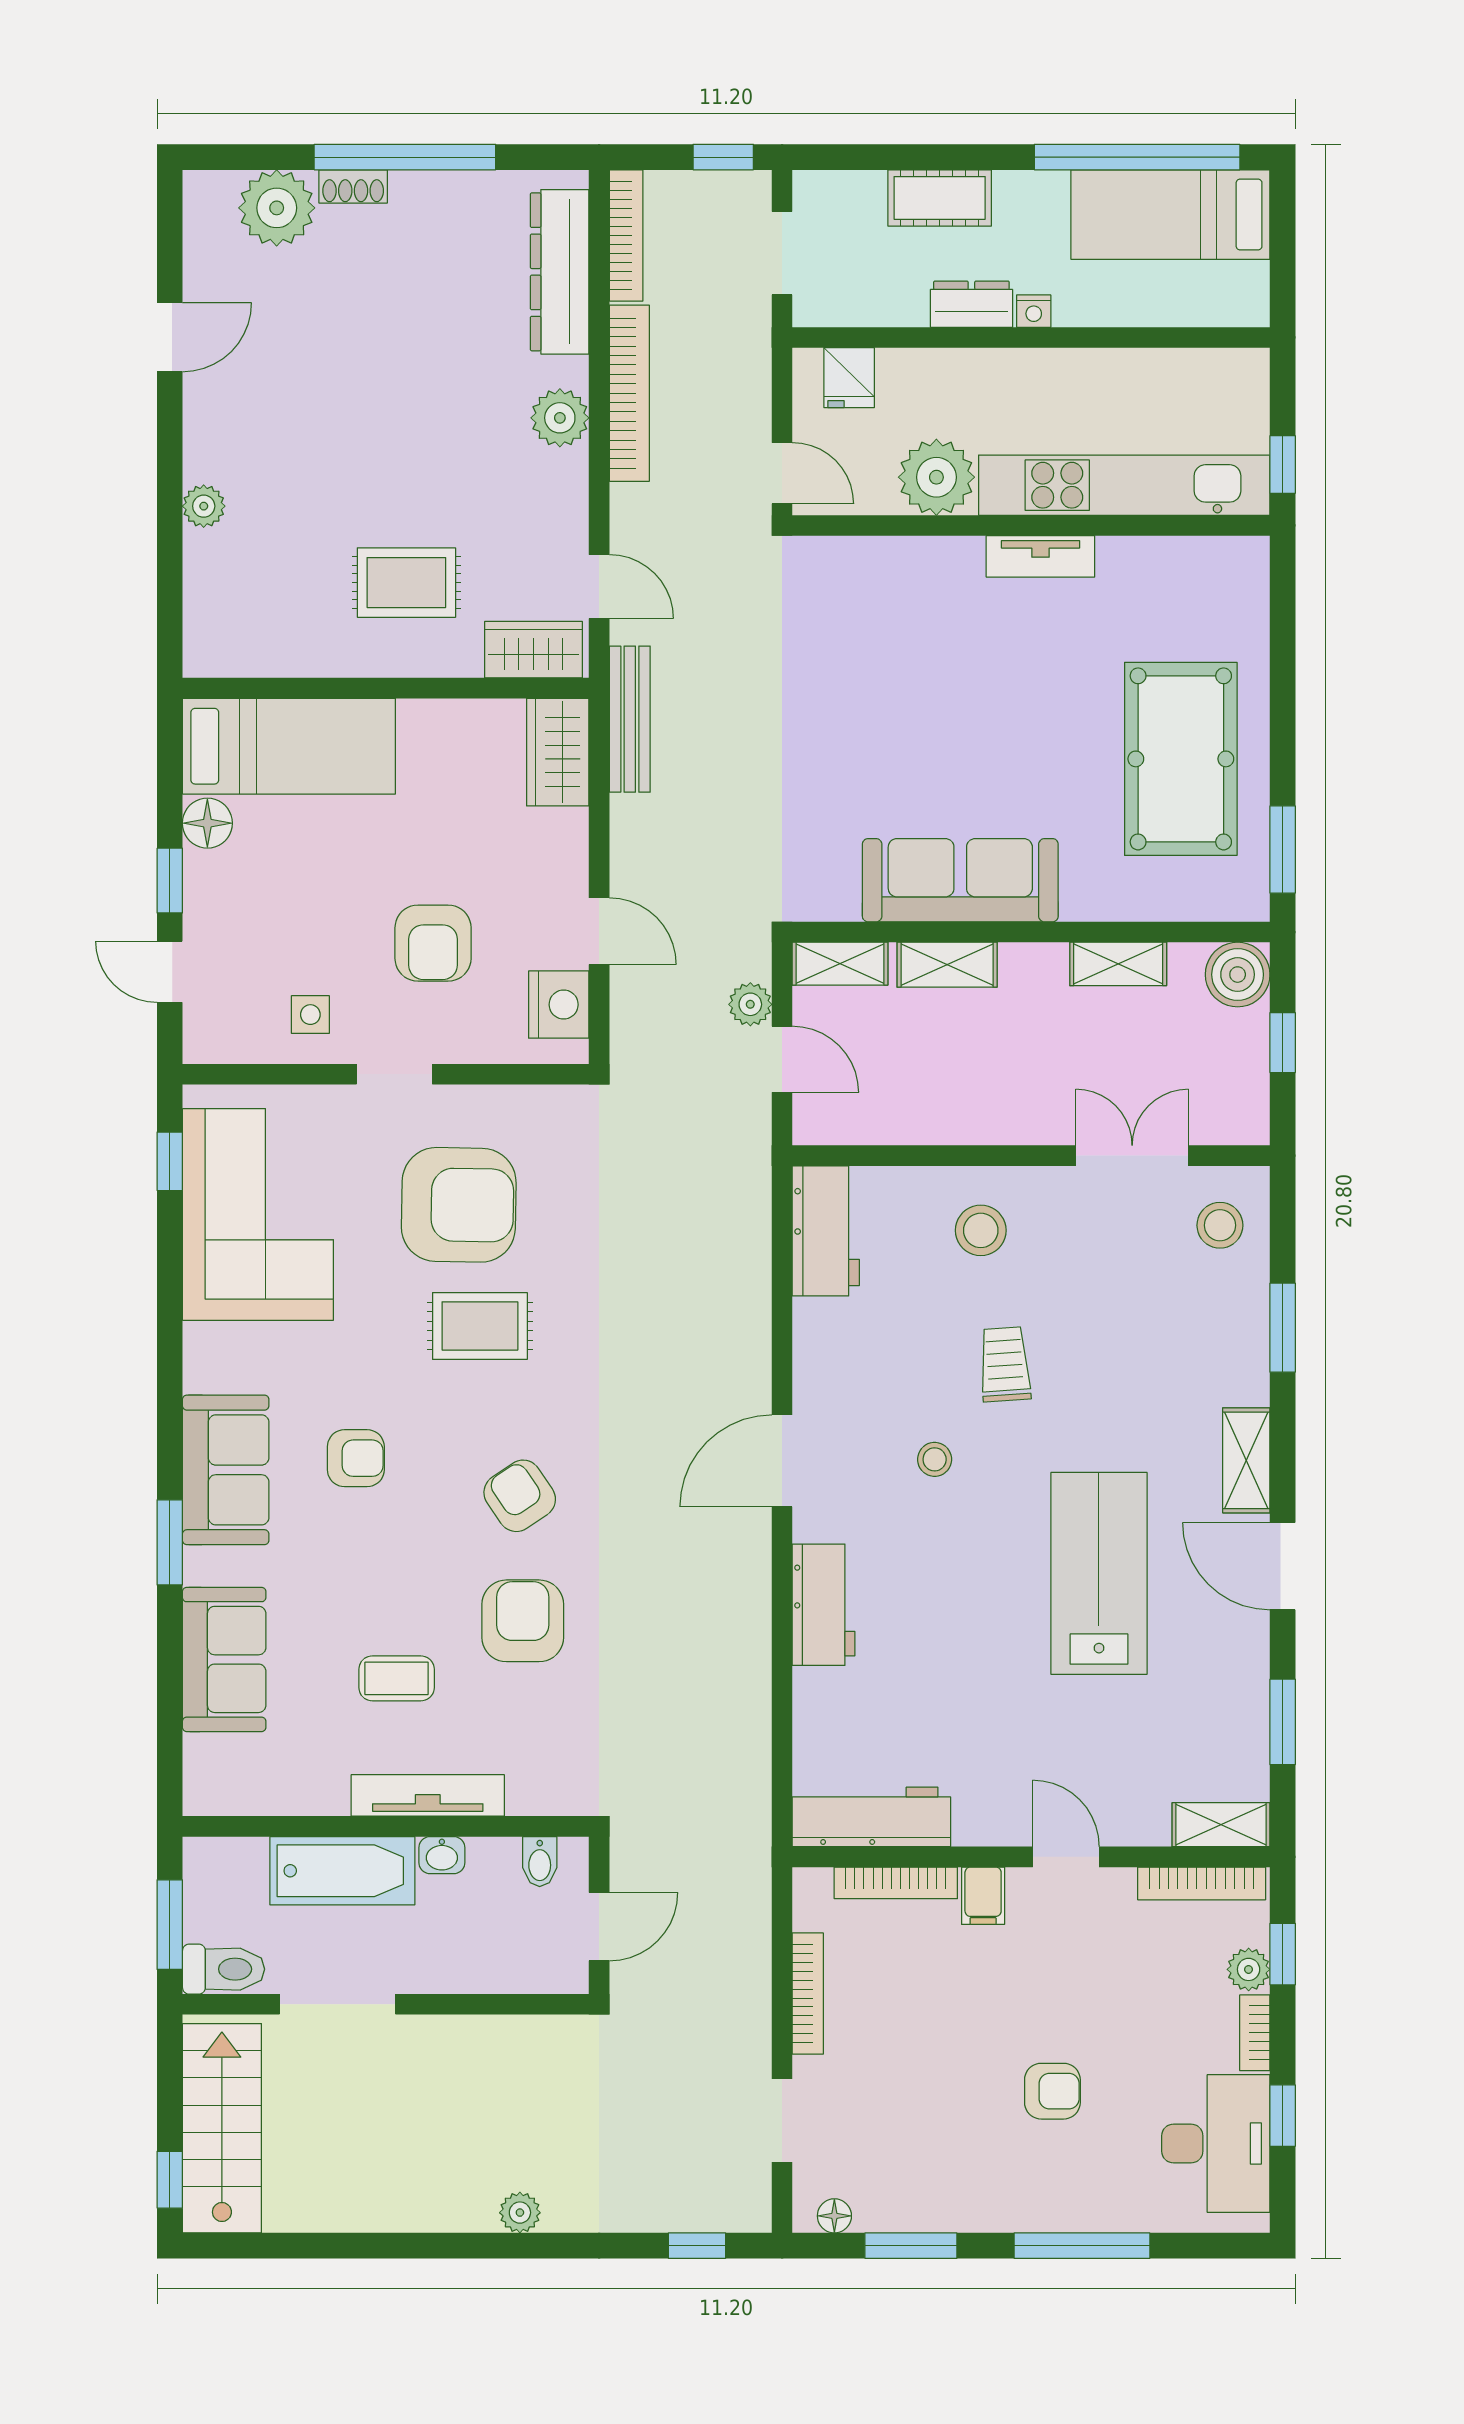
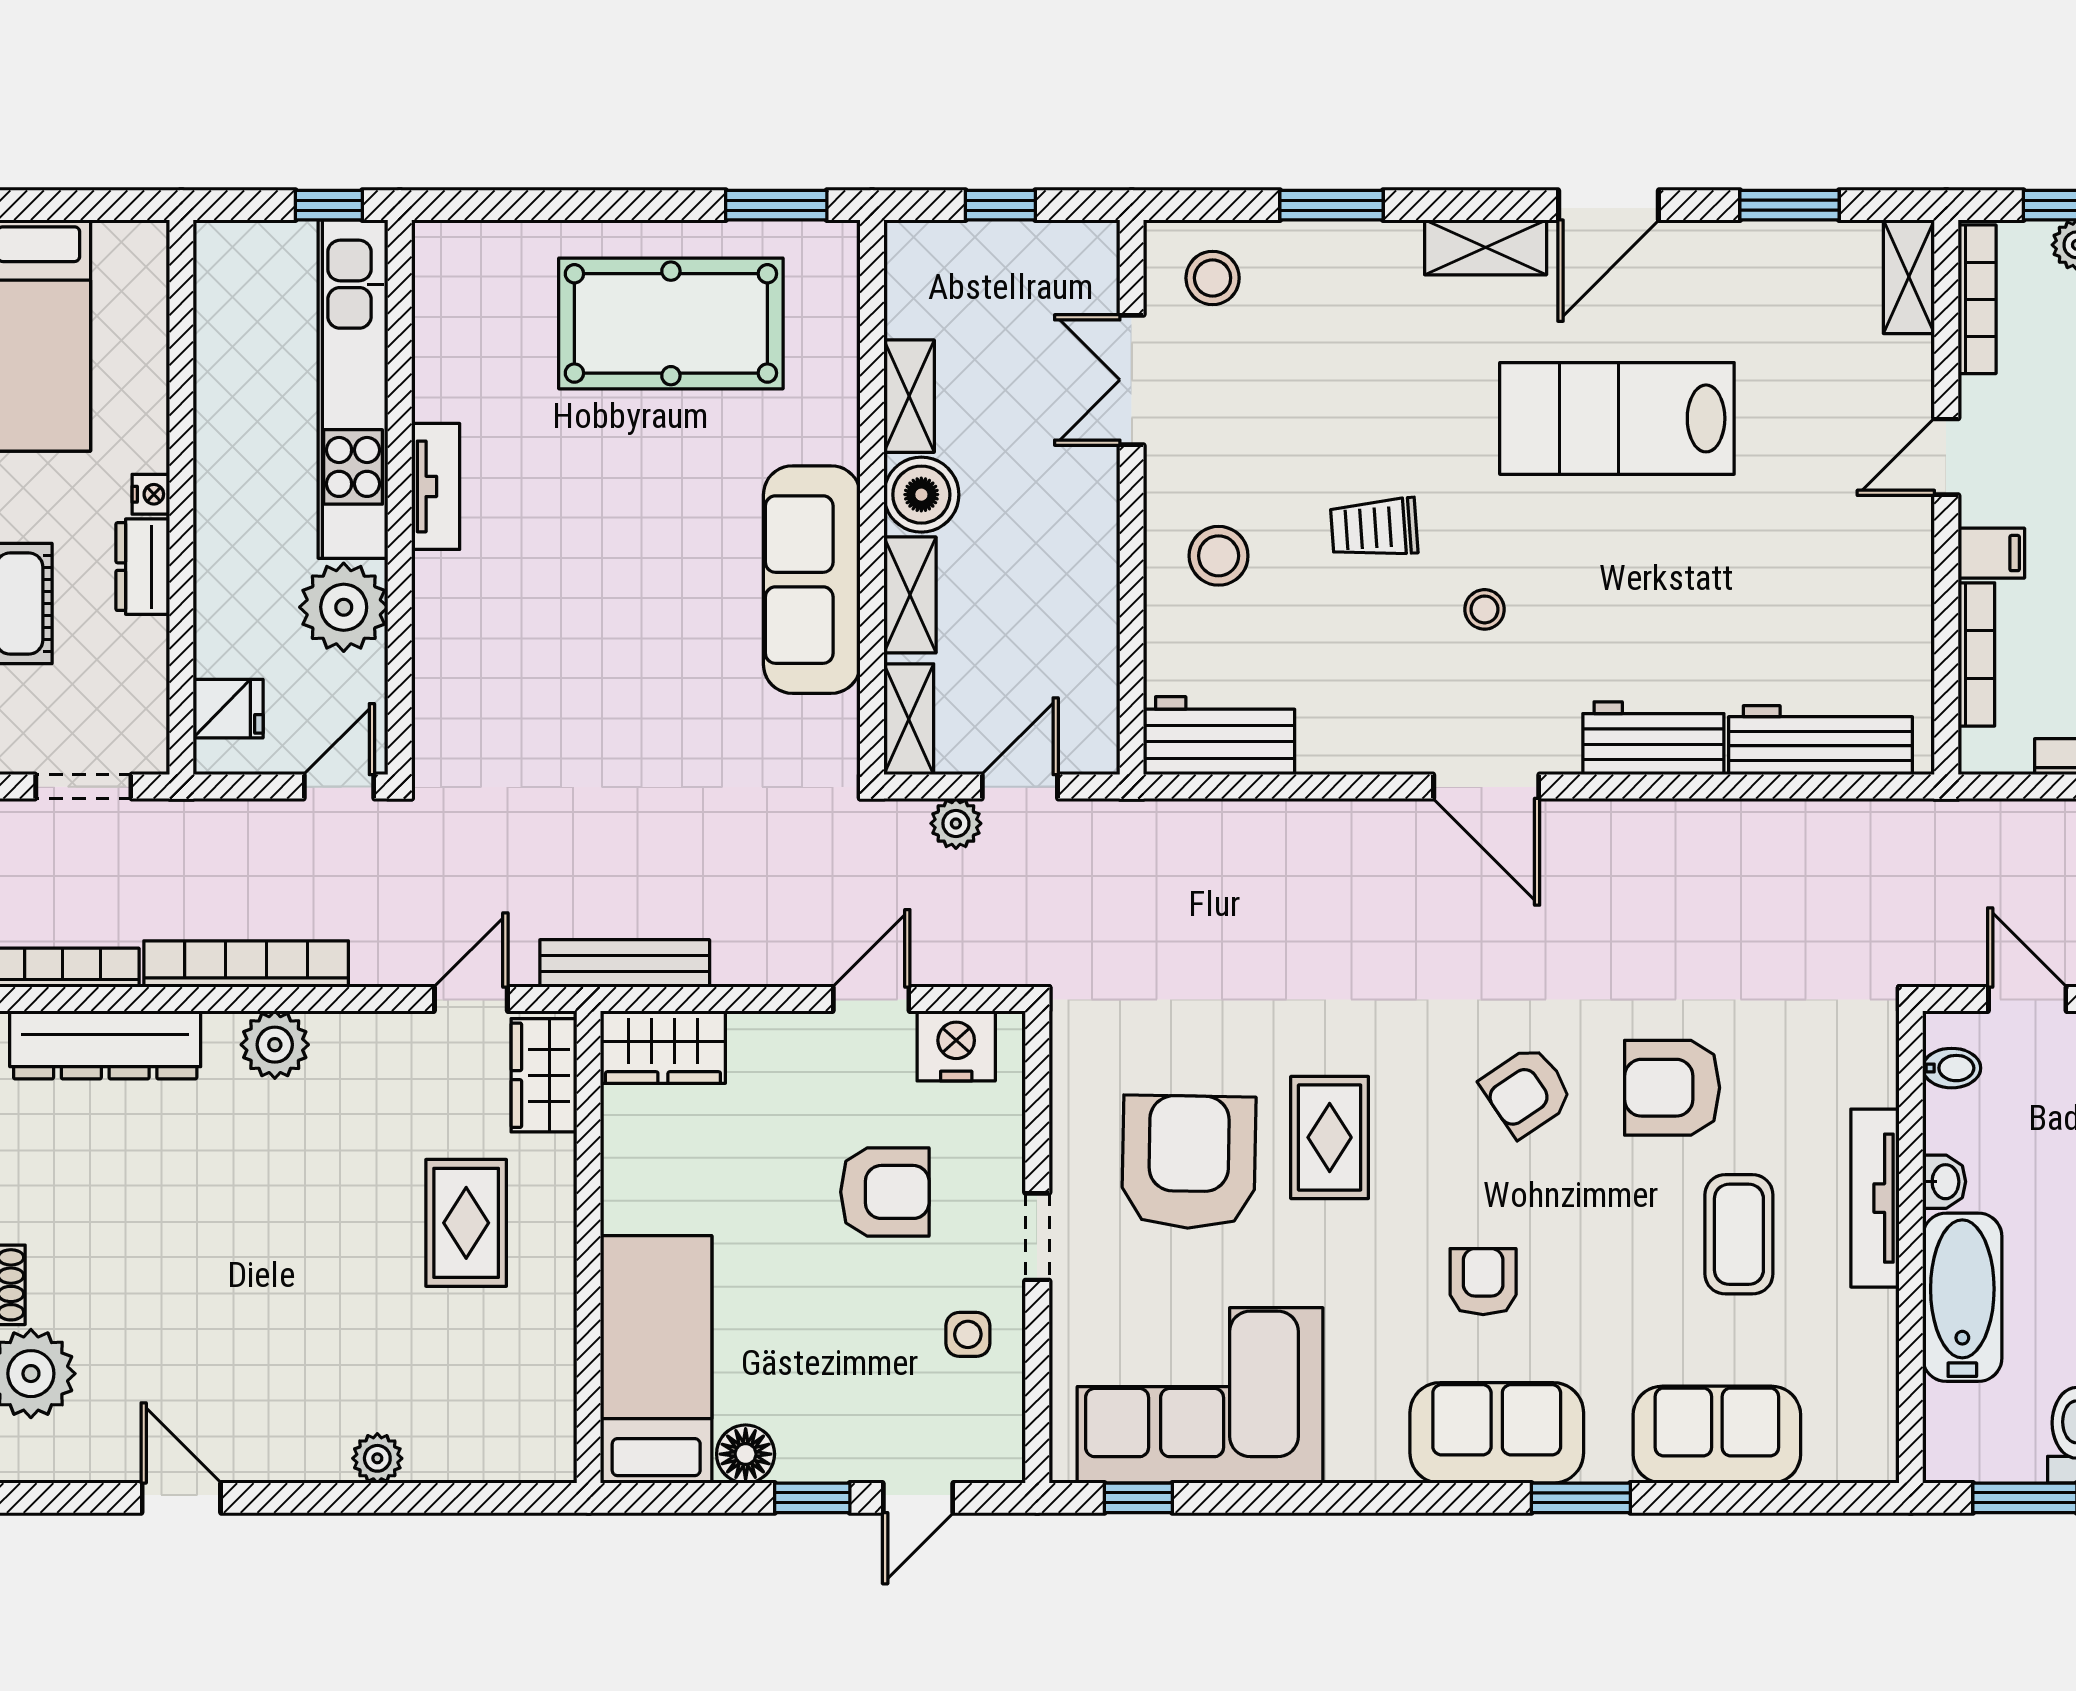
boiler: (1238, 975) -> (921, 495), moved
coffee table: (397, 1678) -> (1739, 1234), width x1.36, depth x1.30
workbench: (871, 1817) -> (1821, 740), moved, turned 90

